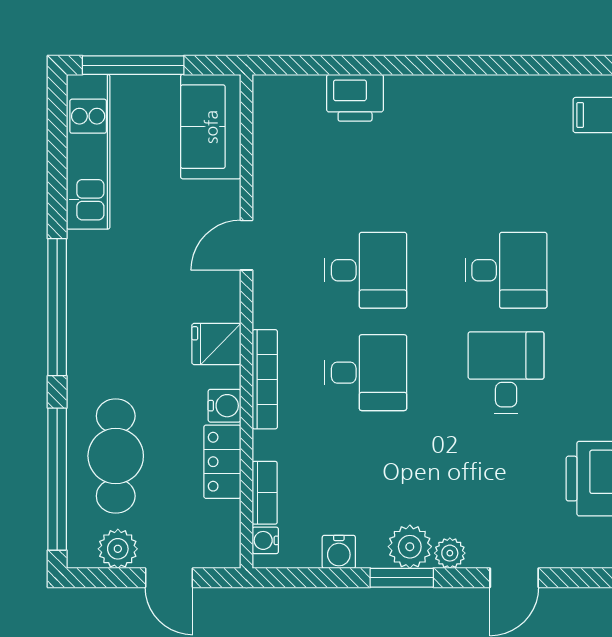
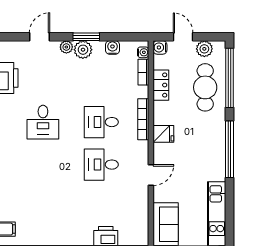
desk: (506, 270) -> (43, 165), removed
water cooler: (225, 406) -> (160, 47), moved

